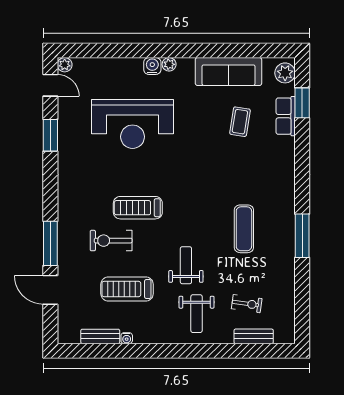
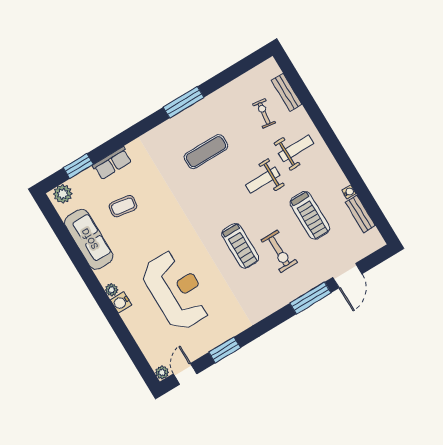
row of seats: (286, 116) -> (112, 163), moved

